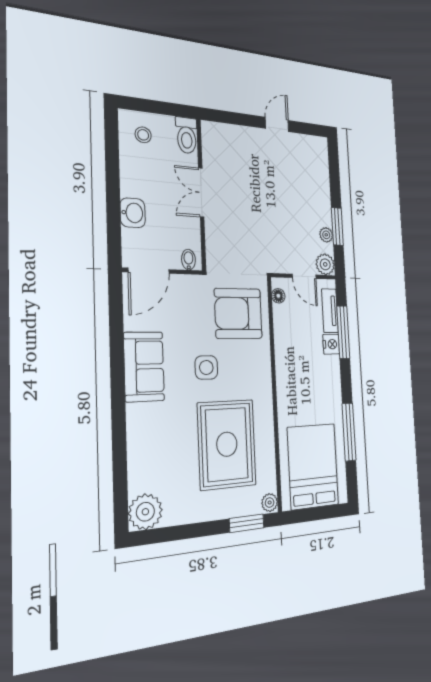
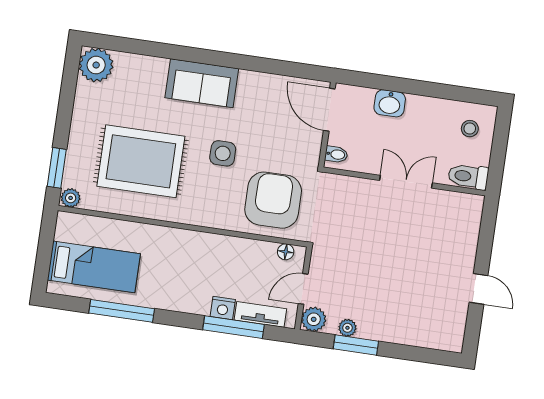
sofa: (144, 367) -> (202, 83), moved
bed: (313, 466) -> (94, 267), width x0.67

